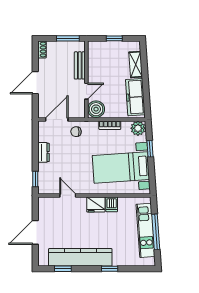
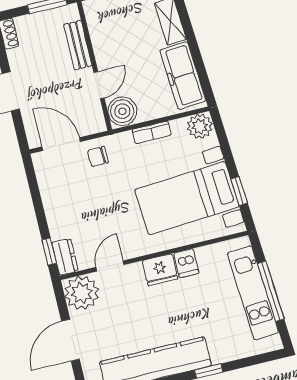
door: (57, 120) -> (61, 144), hinge flipped
window: (150, 149) -> (239, 191), moved
dresser: (44, 152) -> (65, 257), moved
door: (68, 195) -> (110, 266), hinge flipped
plant: (48, 207) -> (82, 293), added

